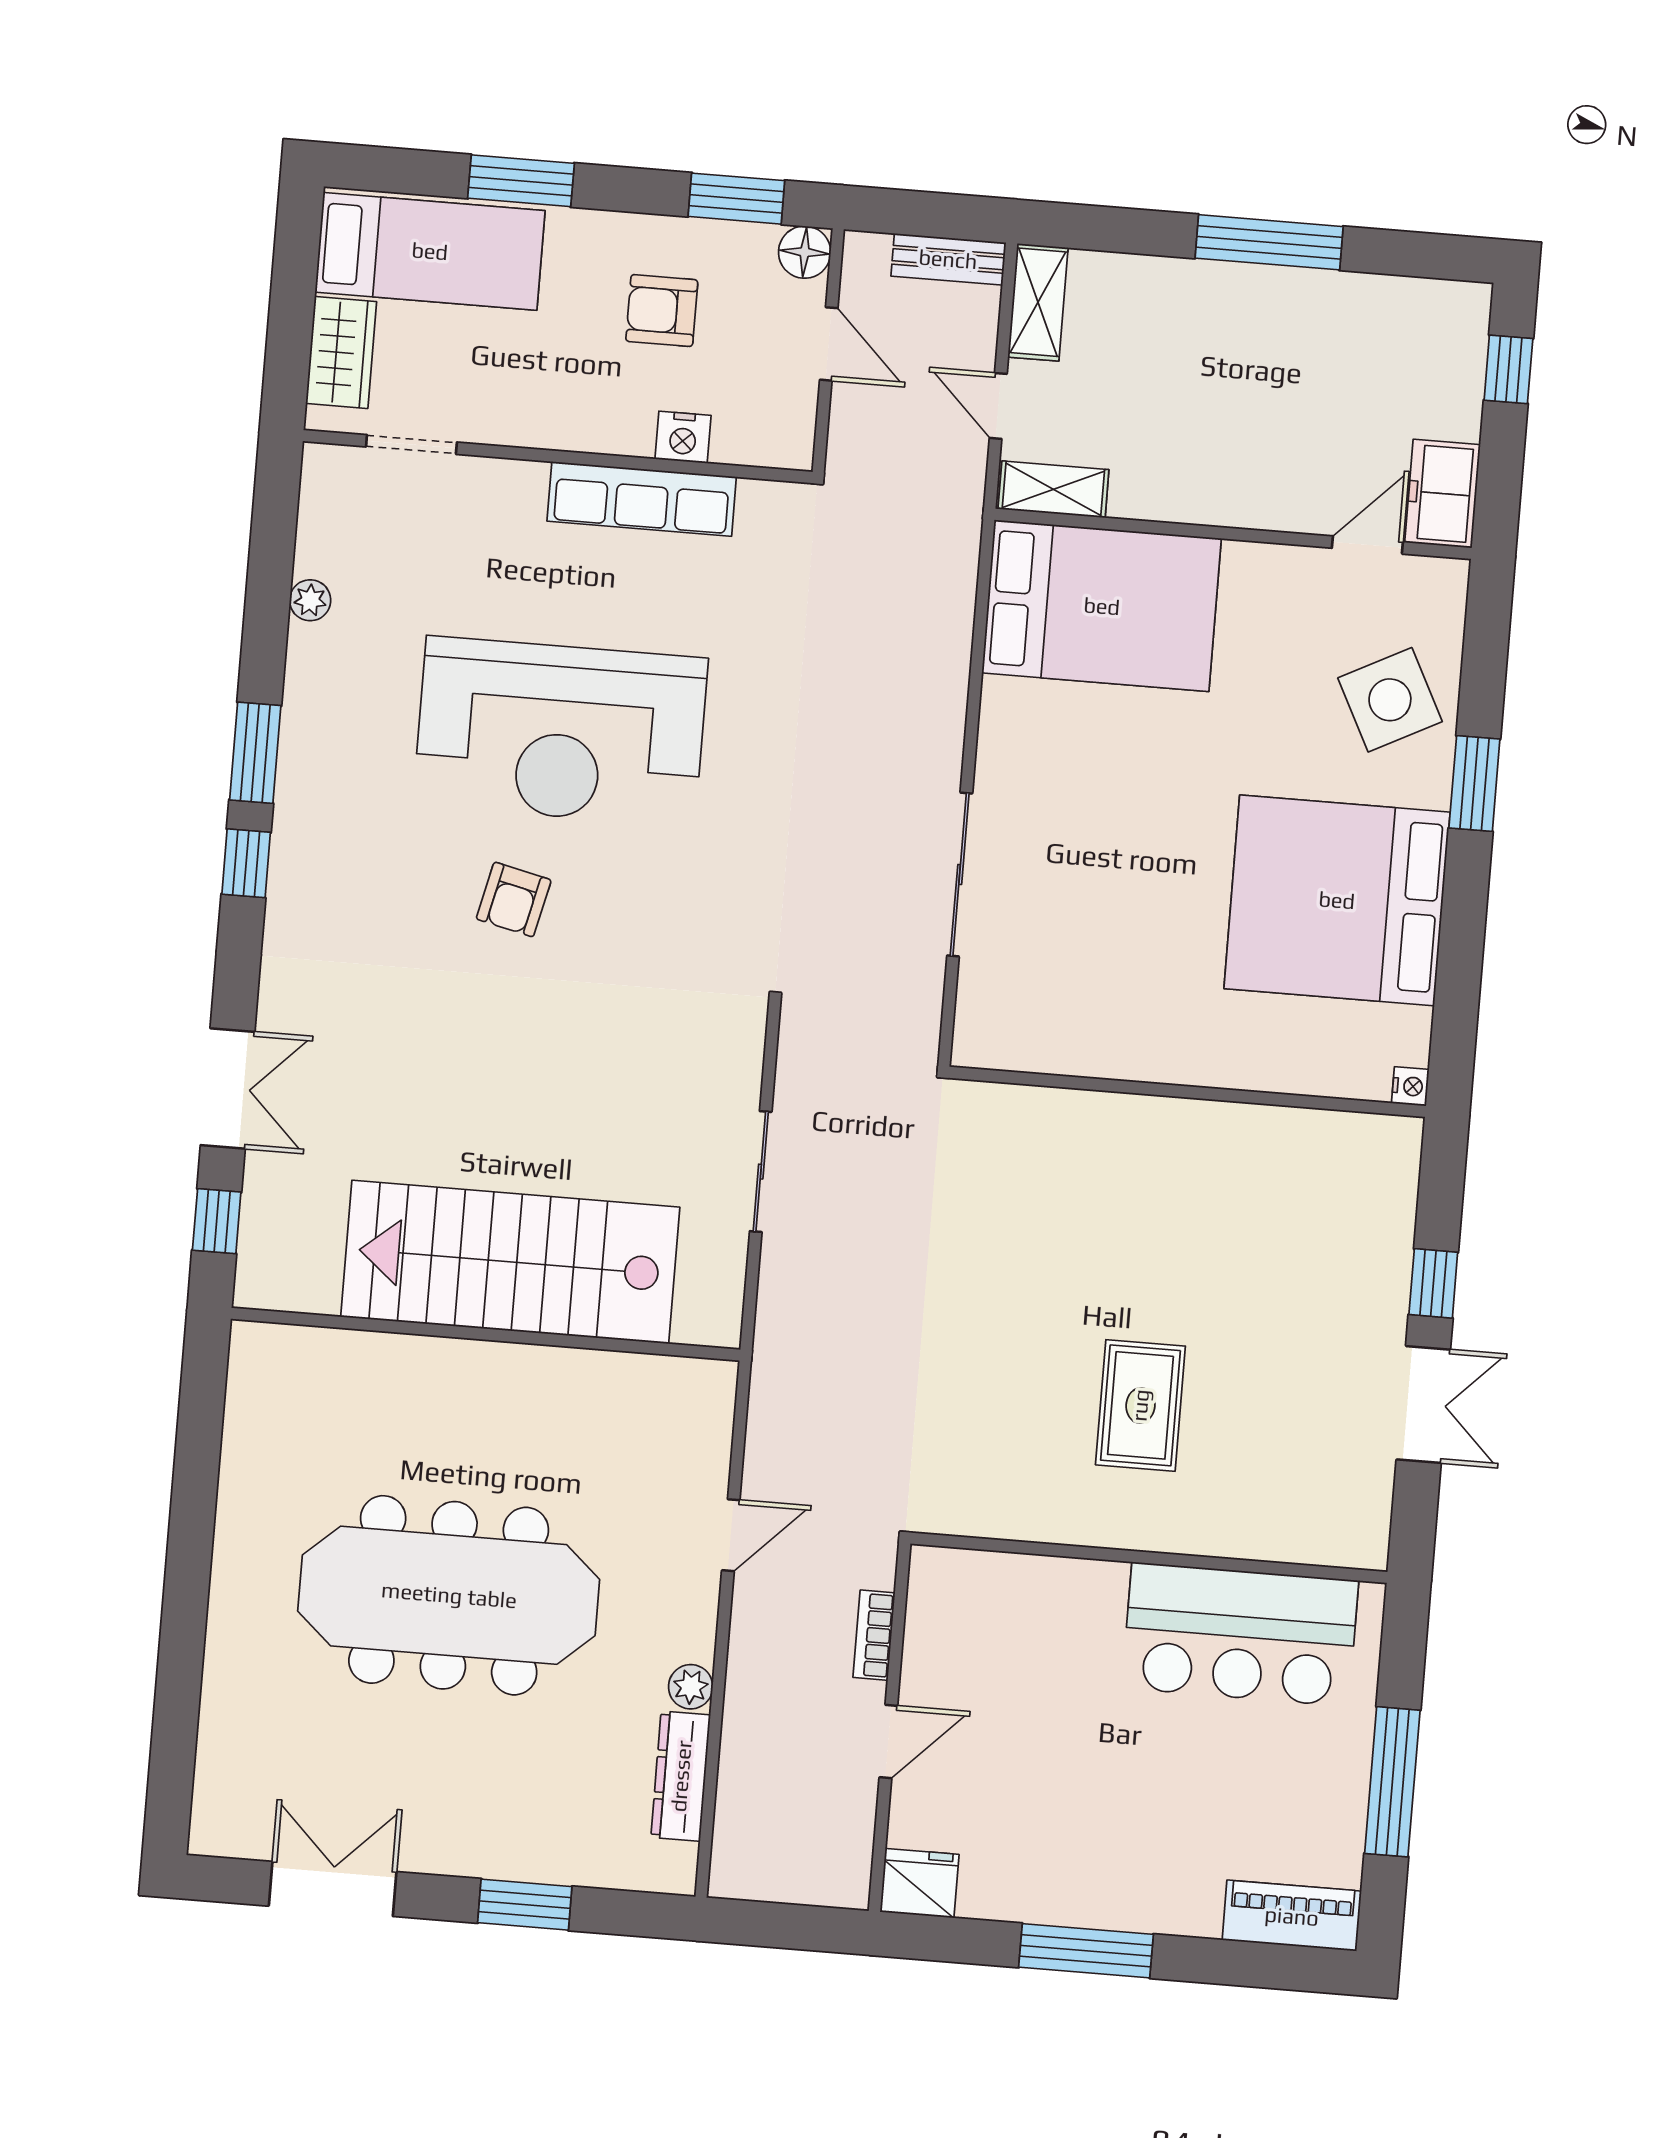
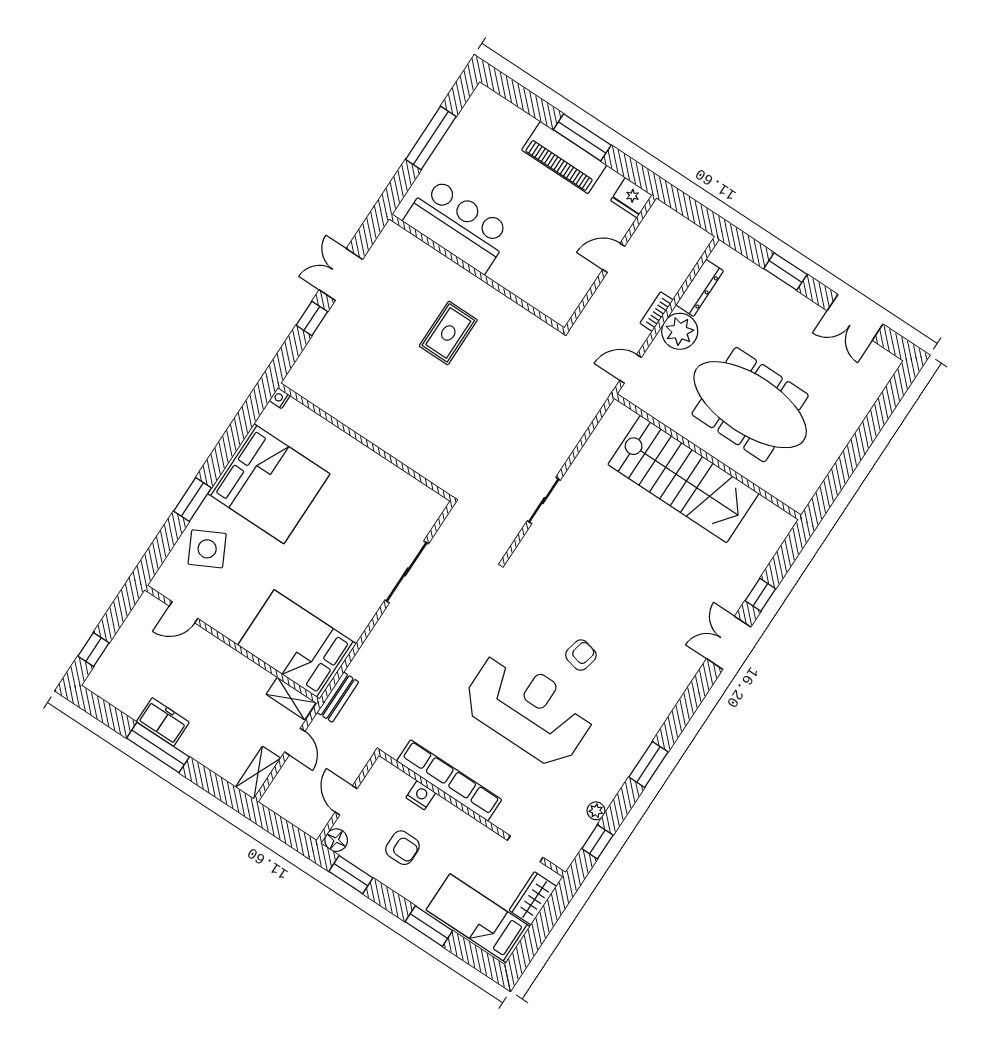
bench: (948, 259) -> (338, 697), moved, turned 90
freezer: (1443, 494) -> (163, 722), moved, turned -90
row of seats: (642, 499) -> (449, 780), width x1.36
window: (246, 863) -> (597, 842), moved
stairs: (510, 1262) -> (683, 479), moved
wall: (486, 1334) -> (708, 457), moved
bookcase: (874, 1635) -> (656, 312), moved, turned 180
plant: (691, 1687) -> (680, 331), width x1.87, depth x1.87
piano: (1292, 1916) -> (564, 158), moved, width x1.37, depth x1.33

